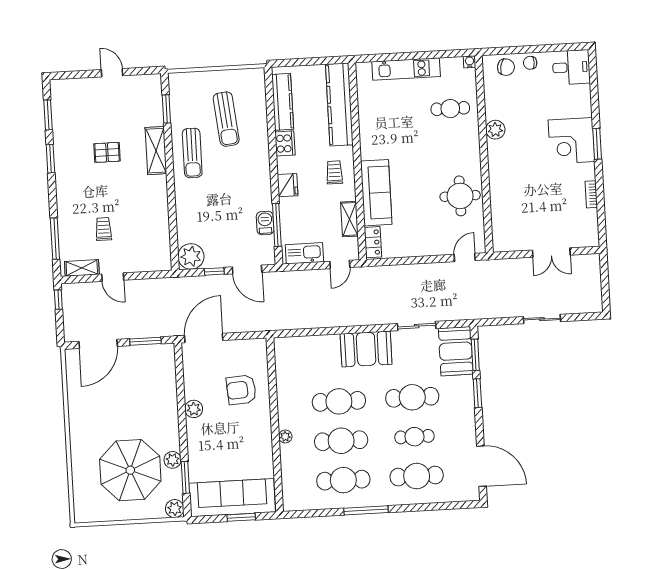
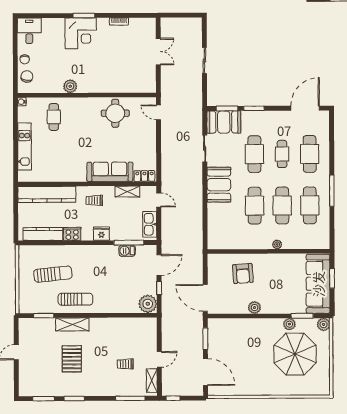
pallet: (107, 152) -> (72, 359), width x1.50, depth x1.42

